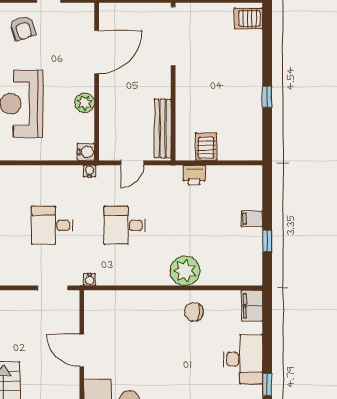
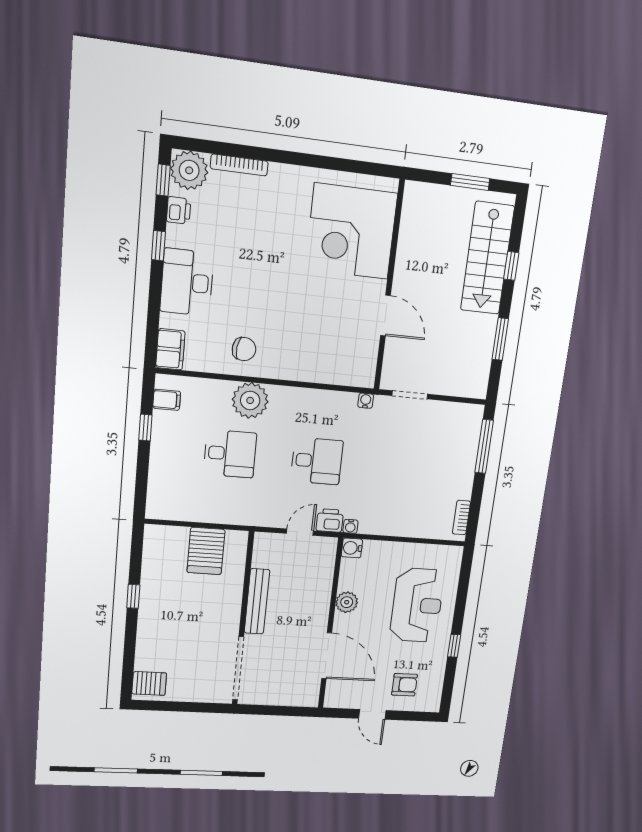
armchair: (23, 28) -> (404, 685), turned 108
door: (97, 52) -> (327, 656), swing flipped
bench: (163, 128) -> (257, 601), moved
server rack: (206, 147) -> (206, 551), width x1.36, depth x1.44
printer: (194, 175) -> (330, 520), moved
filing cabinet: (252, 219) -> (167, 400), moved
desk: (52, 225) -> (230, 454), moved

